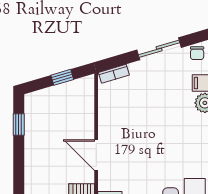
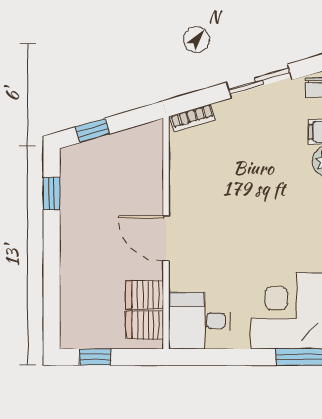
window: (62, 77) -> (92, 130), moved

